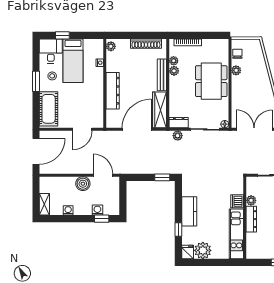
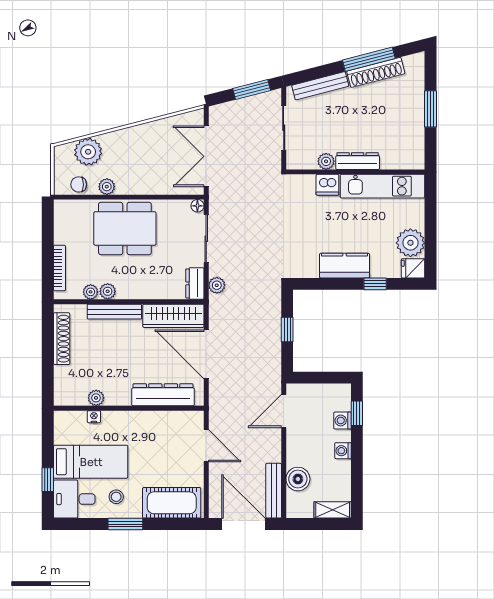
plant: (111, 46) -> (96, 398), moved
plant: (257, 59) -> (88, 152), added
dresser: (113, 91) -> (163, 395), moved
bench: (56, 169) -> (274, 491), added
window: (162, 177) -> (287, 329), moved
boiler: (83, 184) -> (298, 479), moved
washing machine: (68, 210) -> (343, 451), moved

